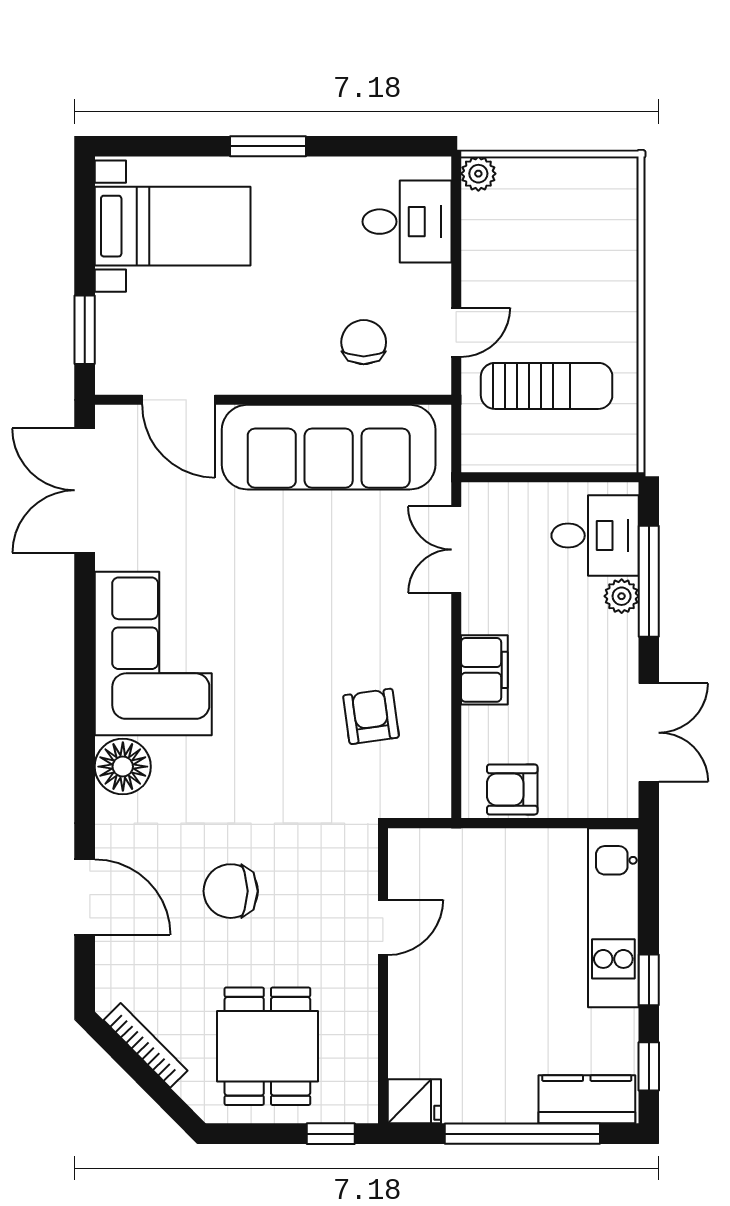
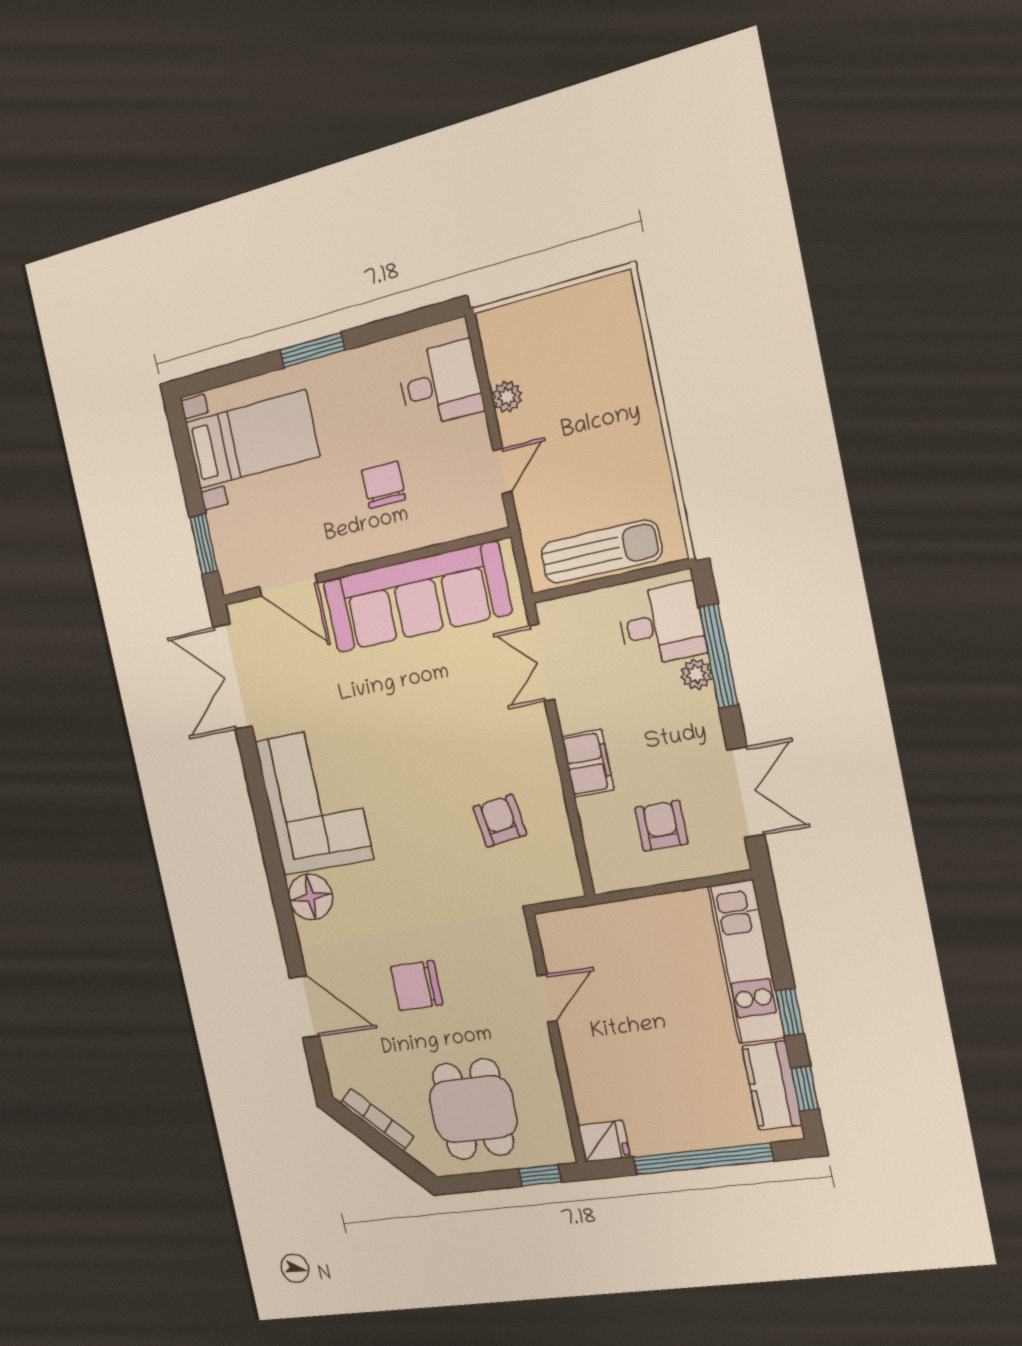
plant: (478, 174) -> (507, 397), moved
chair: (364, 342) -> (384, 485), moved
sun lounger: (547, 386) -> (601, 552), moved
armchair: (512, 789) -> (661, 826), moved, turned 90
kitchen counter: (587, 1099) -> (772, 1085), moved, turned -90

